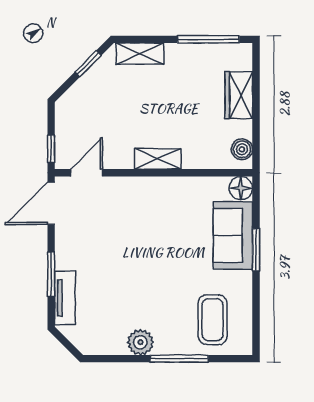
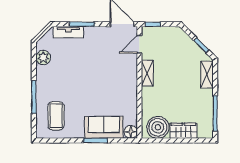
boiler: (242, 149) -> (158, 127), width x1.86, depth x1.86
shelving: (158, 159) -> (147, 73), moved
door: (87, 173) -> (139, 44), swing flipped
coffee table: (213, 320) -> (56, 116), turned 90
plant: (140, 342) -> (43, 58), moved

